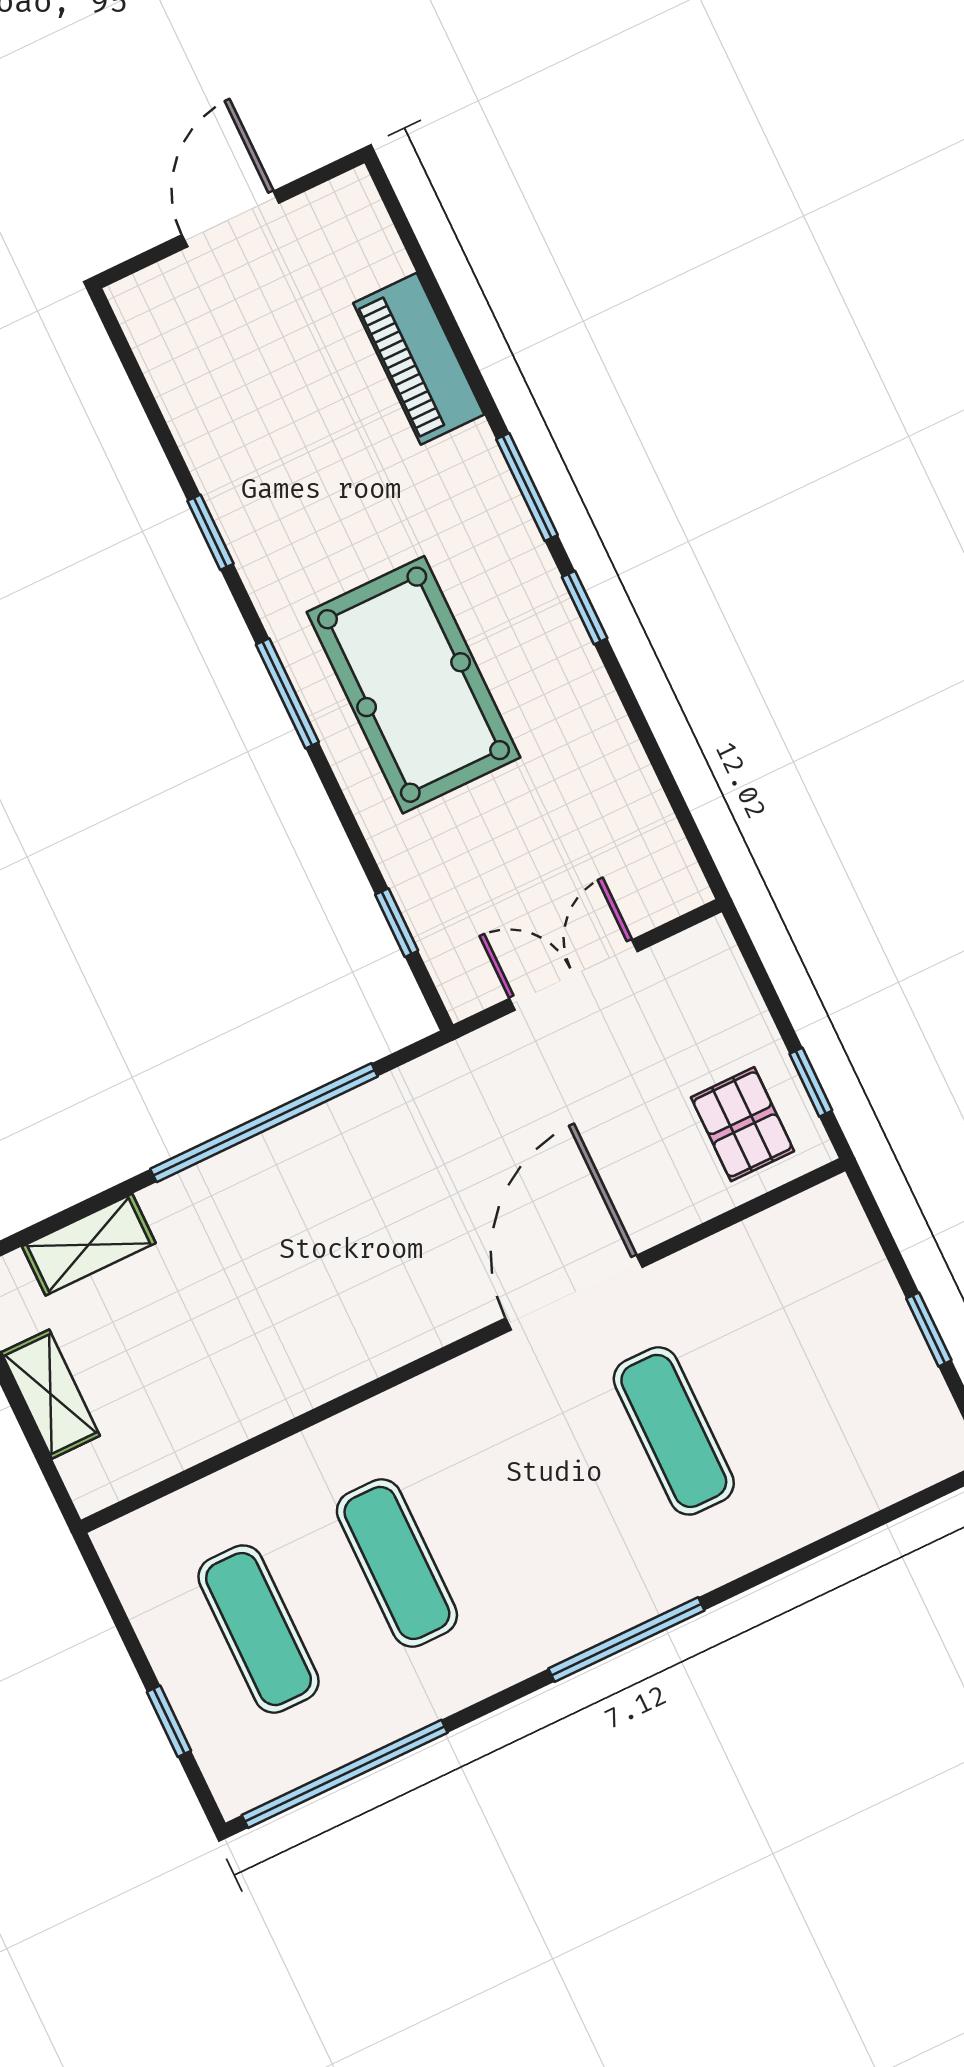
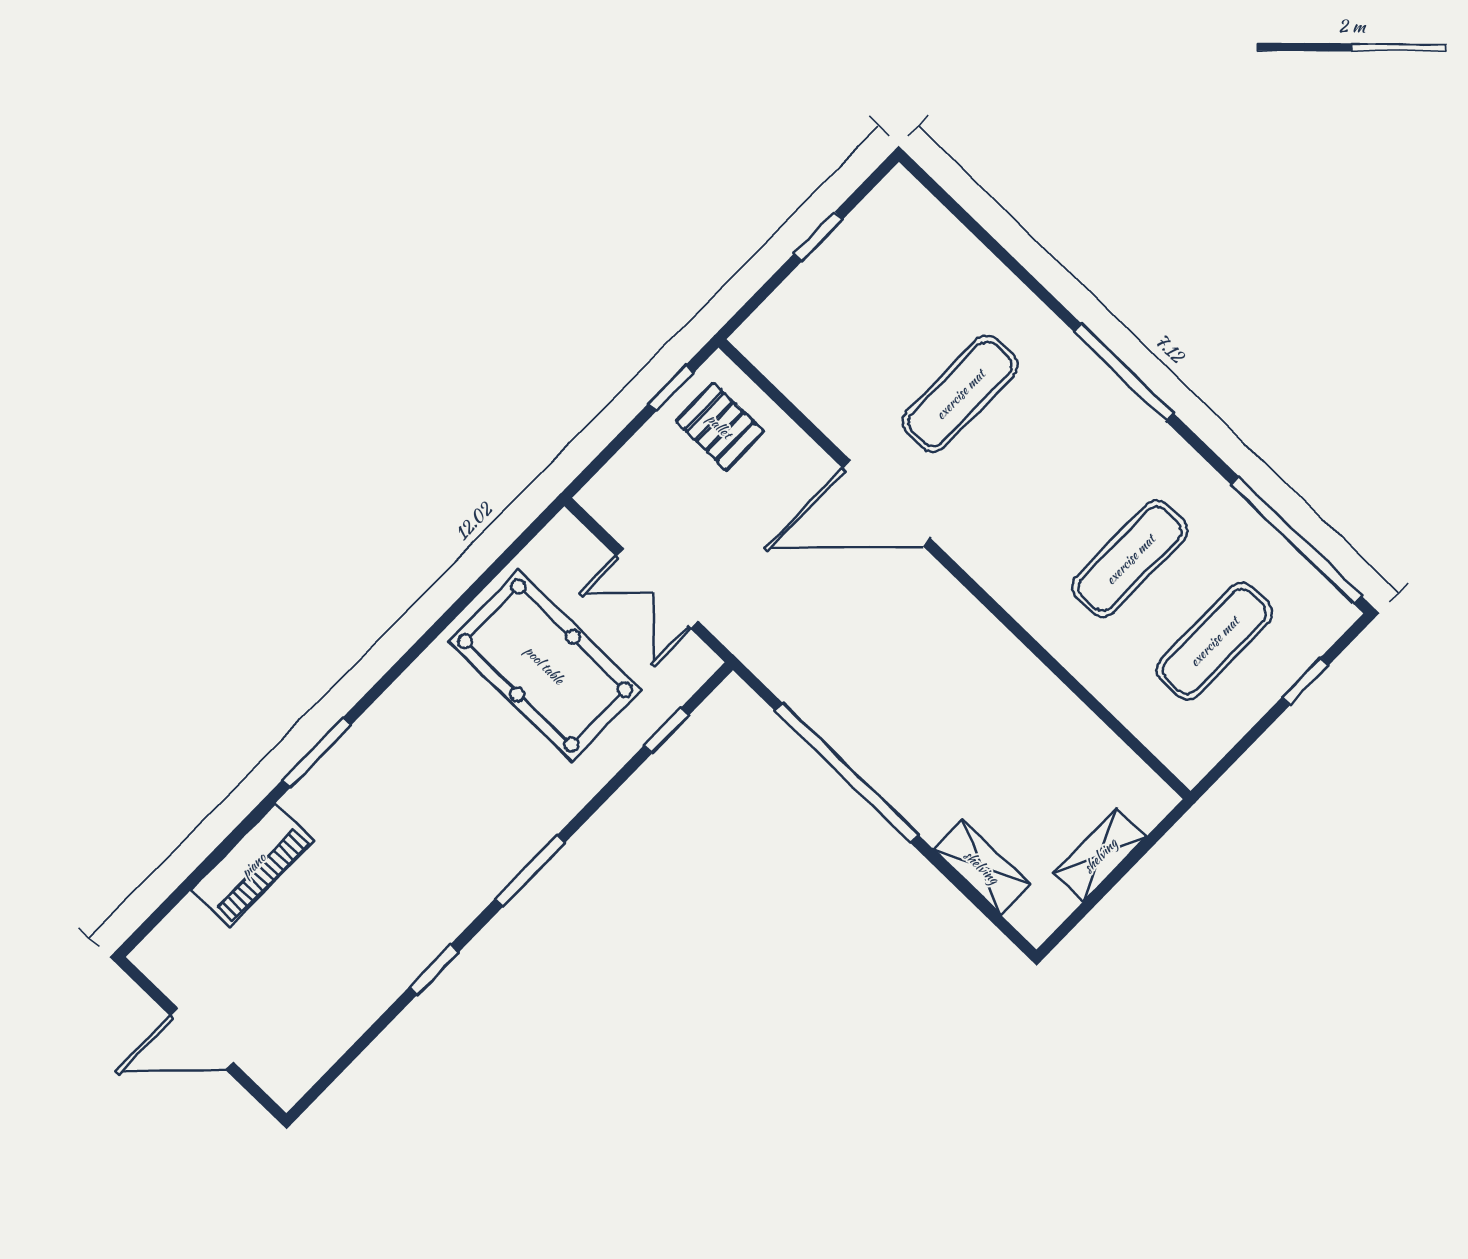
window: (585, 608) -> (388, 679), removed
pool table: (414, 685) -> (545, 665), moved, turned 90
pallet: (743, 1124) -> (720, 426), turned 90

